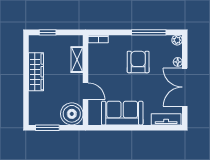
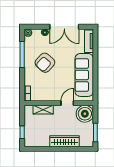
armchair: (138, 62) -> (45, 63), turned -48
wardrobe: (36, 72) -> (64, 141), moved
sofa: (122, 113) -> (84, 75), width x1.36

